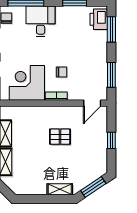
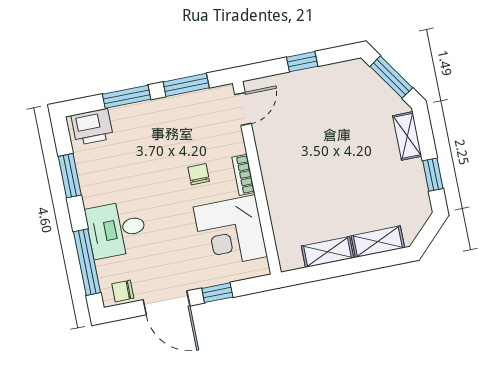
window: (111, 29) -> (127, 97), moved
door: (92, 103) -> (243, 109), hinge flipped
pallet: (60, 137) -> (314, 154), removed
window: (36, 199) -> (433, 175), added

